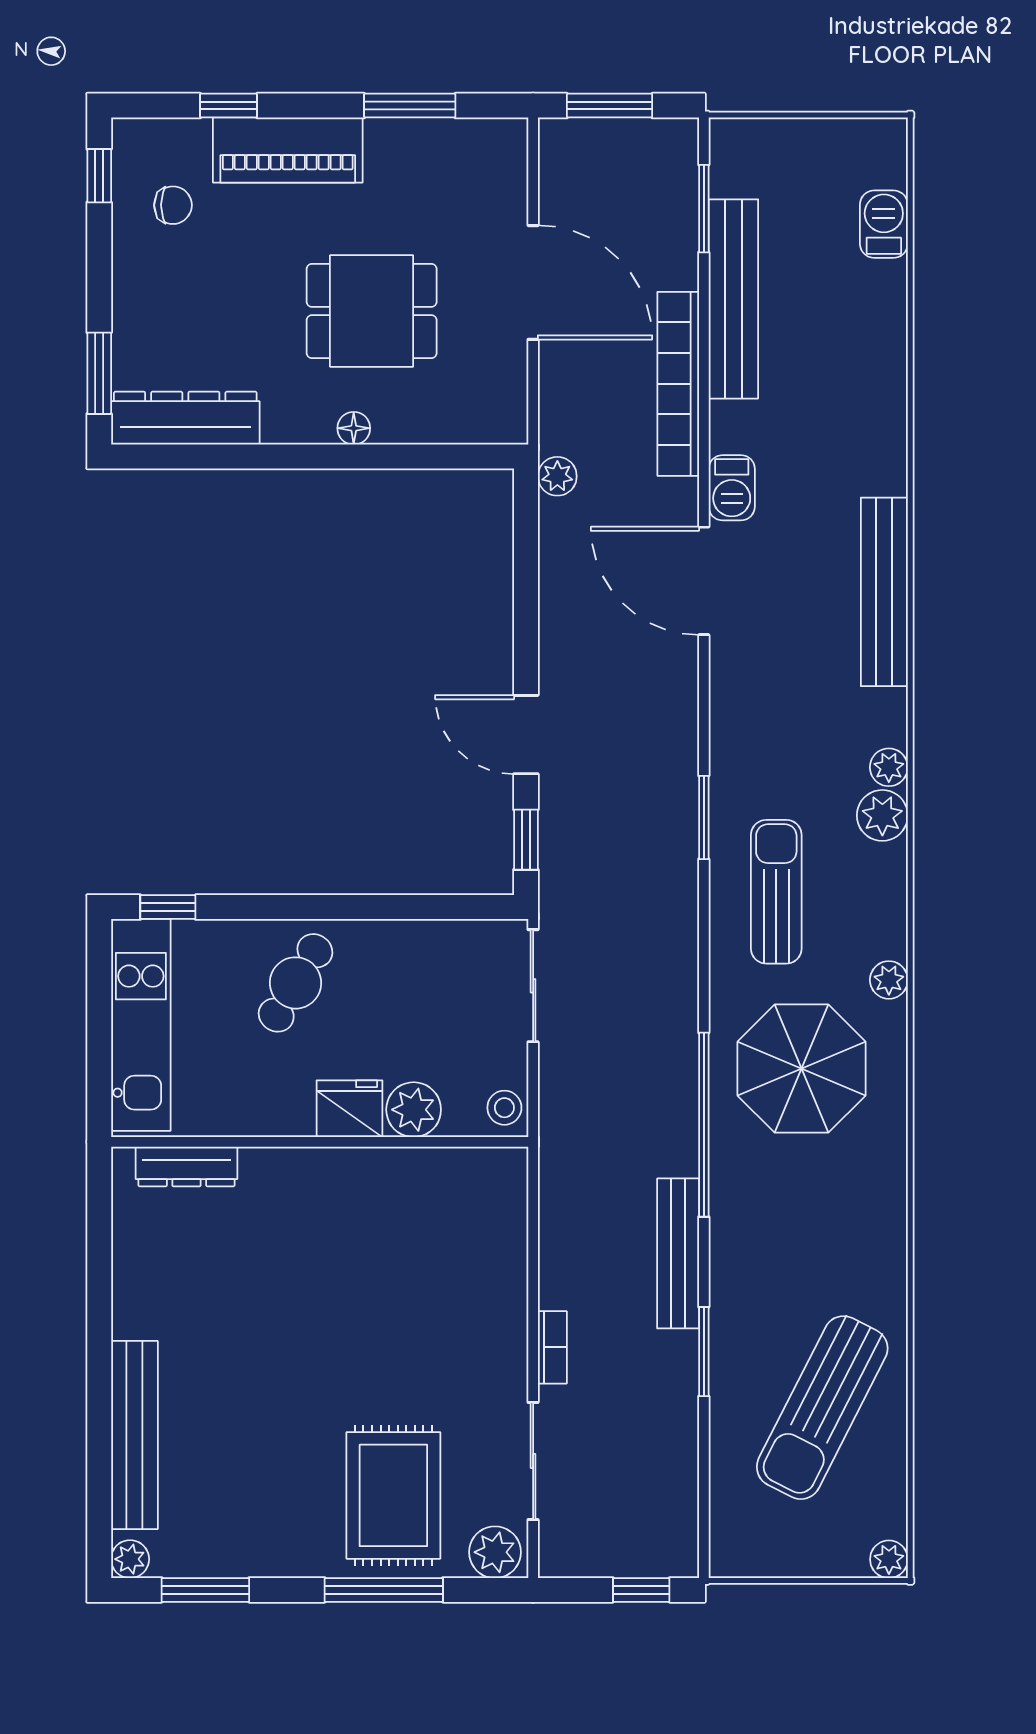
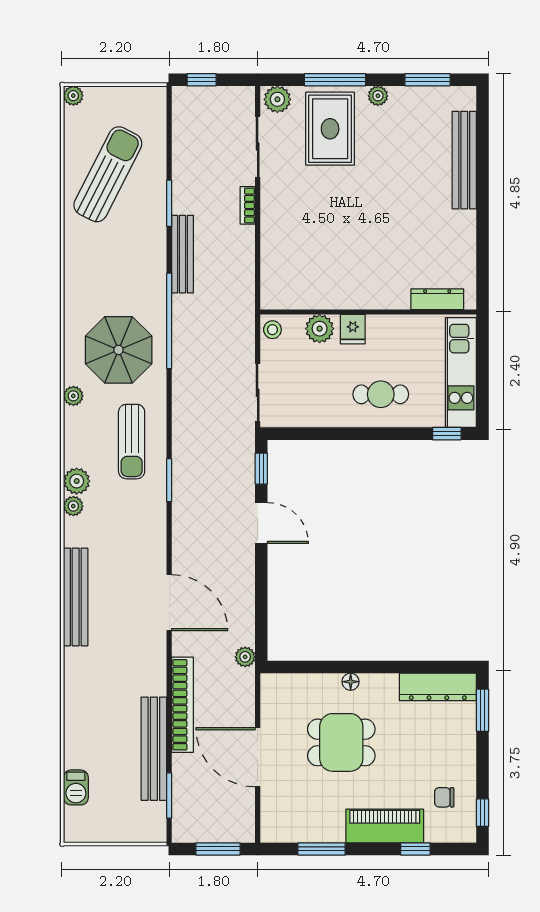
barbecue: (732, 488) -> (155, 651), removed
cafe table: (296, 983) -> (381, 394), turned 59
fridge: (349, 1109) -> (353, 329), width x0.72
plant: (130, 1559) -> (378, 96), moved

